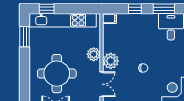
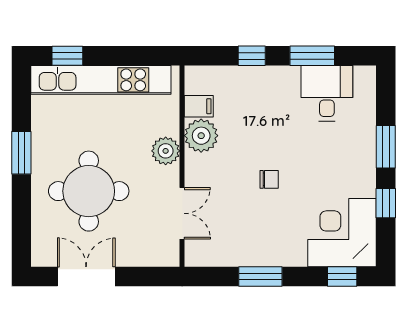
filing cabinet: (110, 19) -> (199, 106), moved
window: (25, 37) -> (21, 153), moved
plant: (111, 61) -> (201, 136), moved

